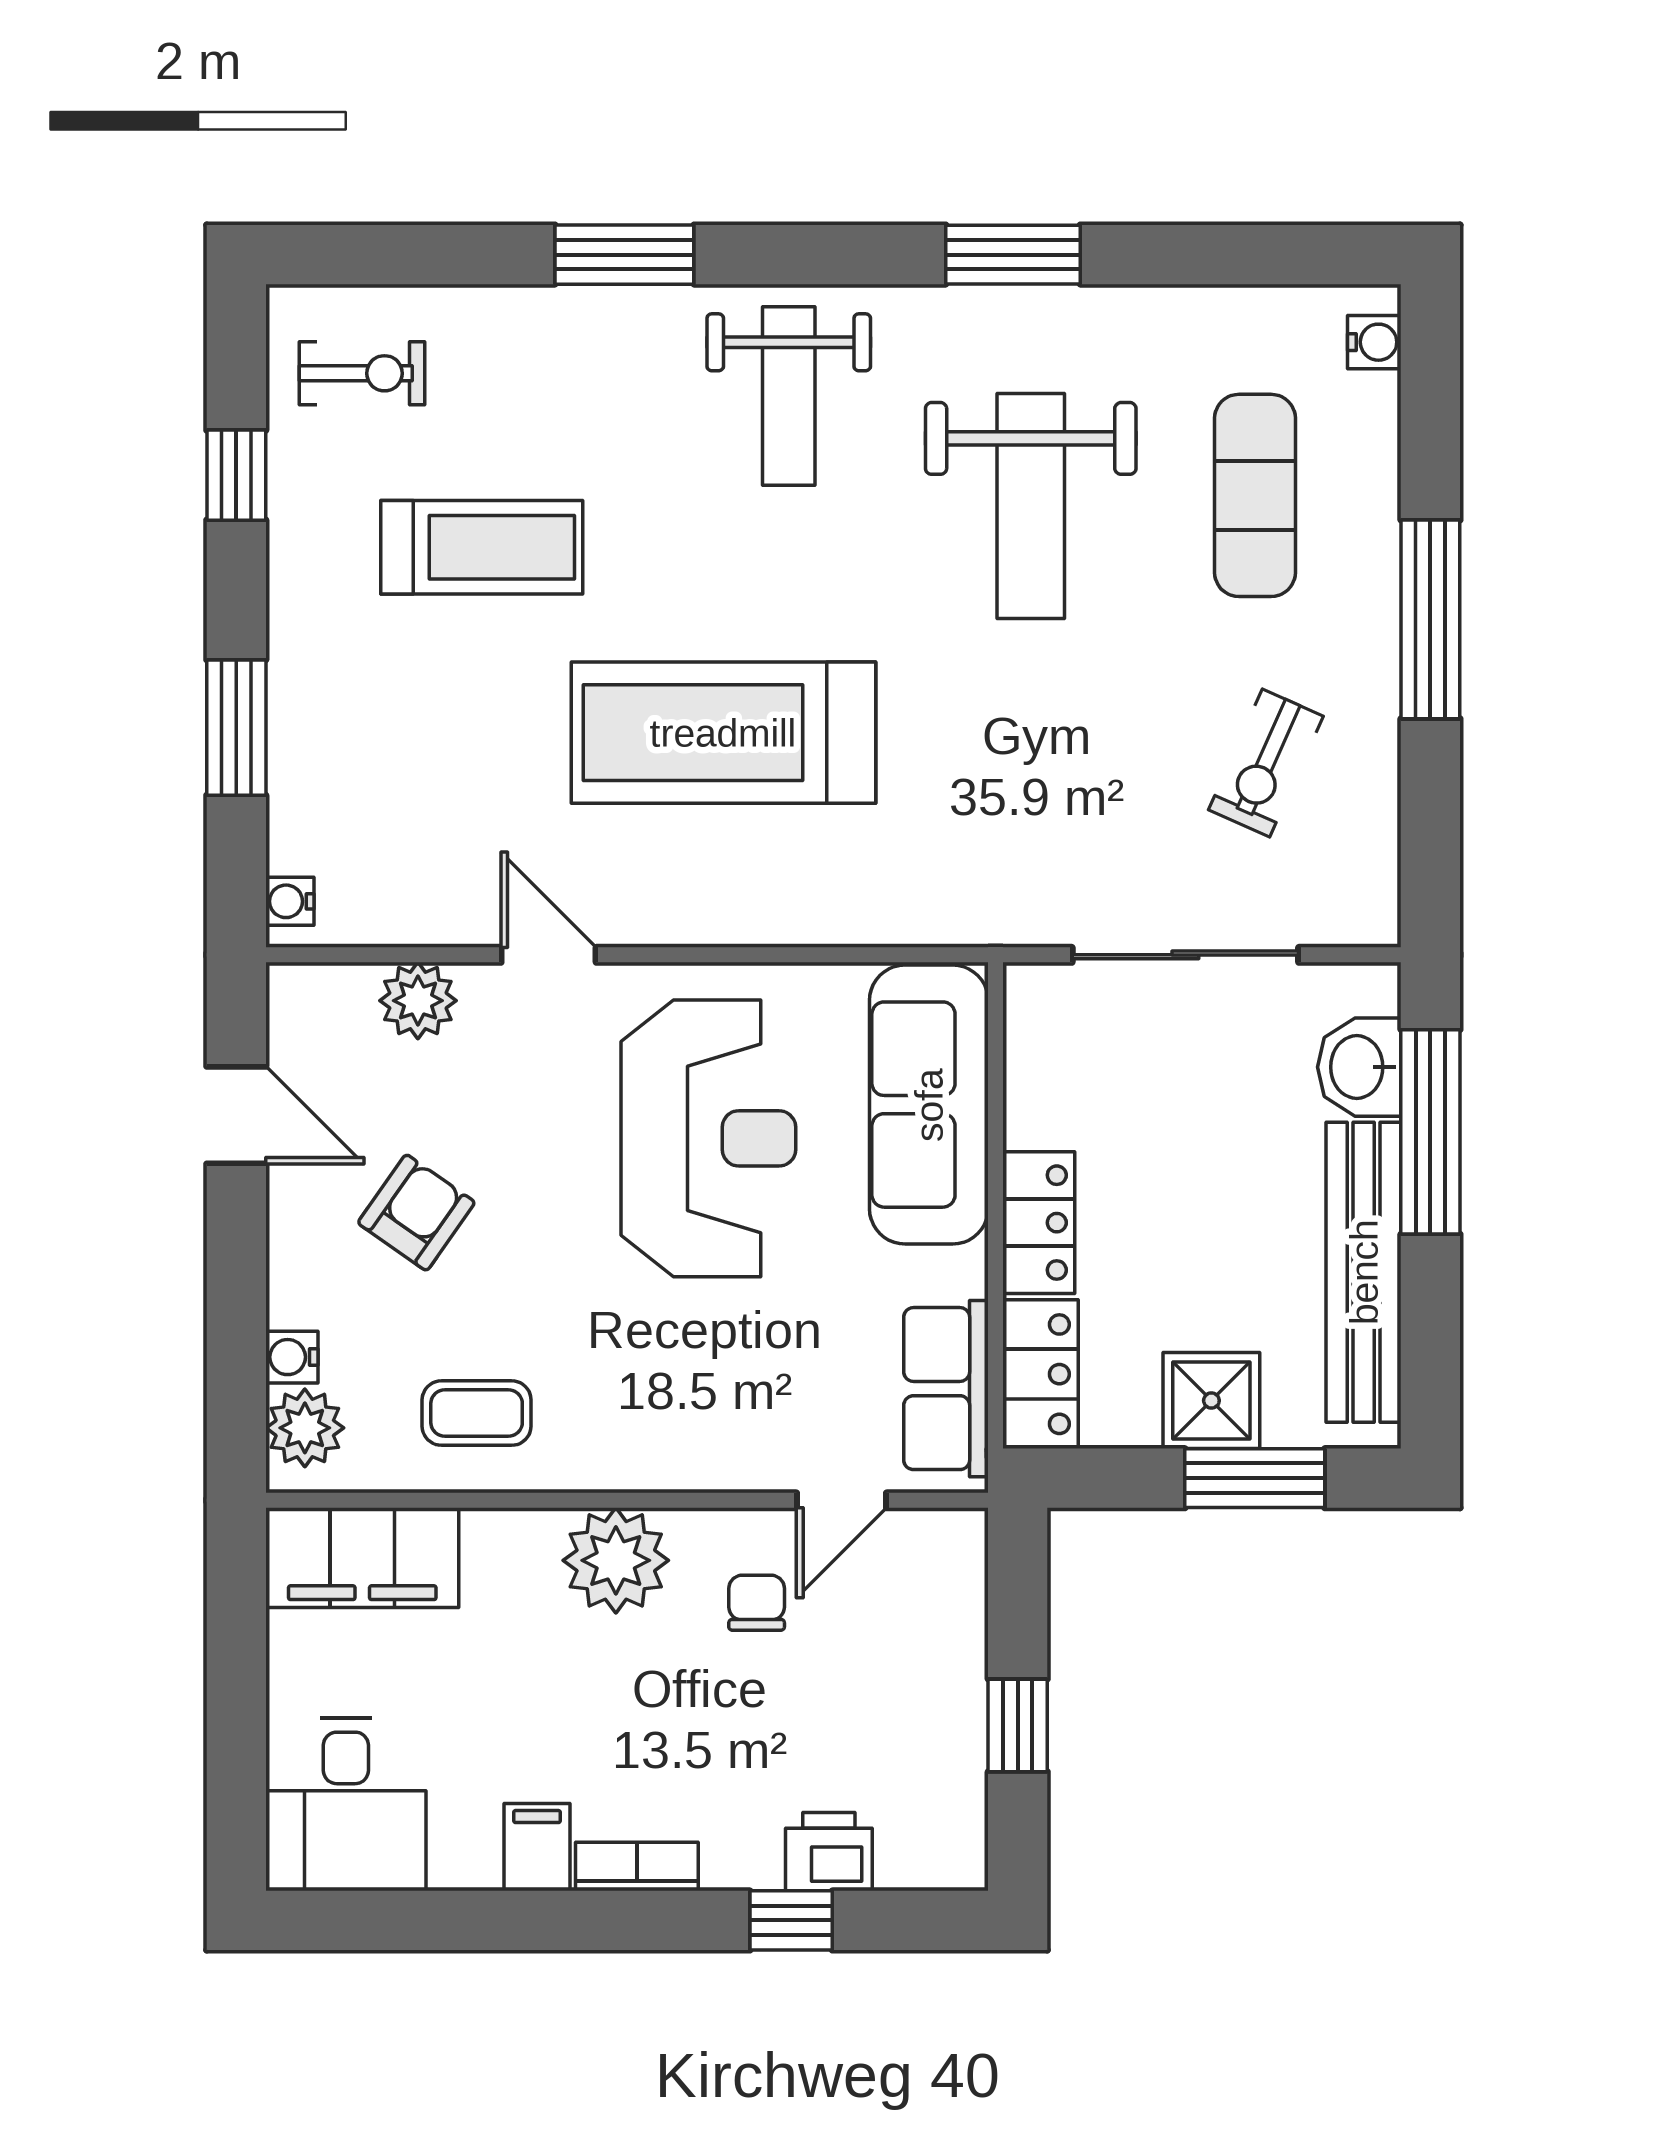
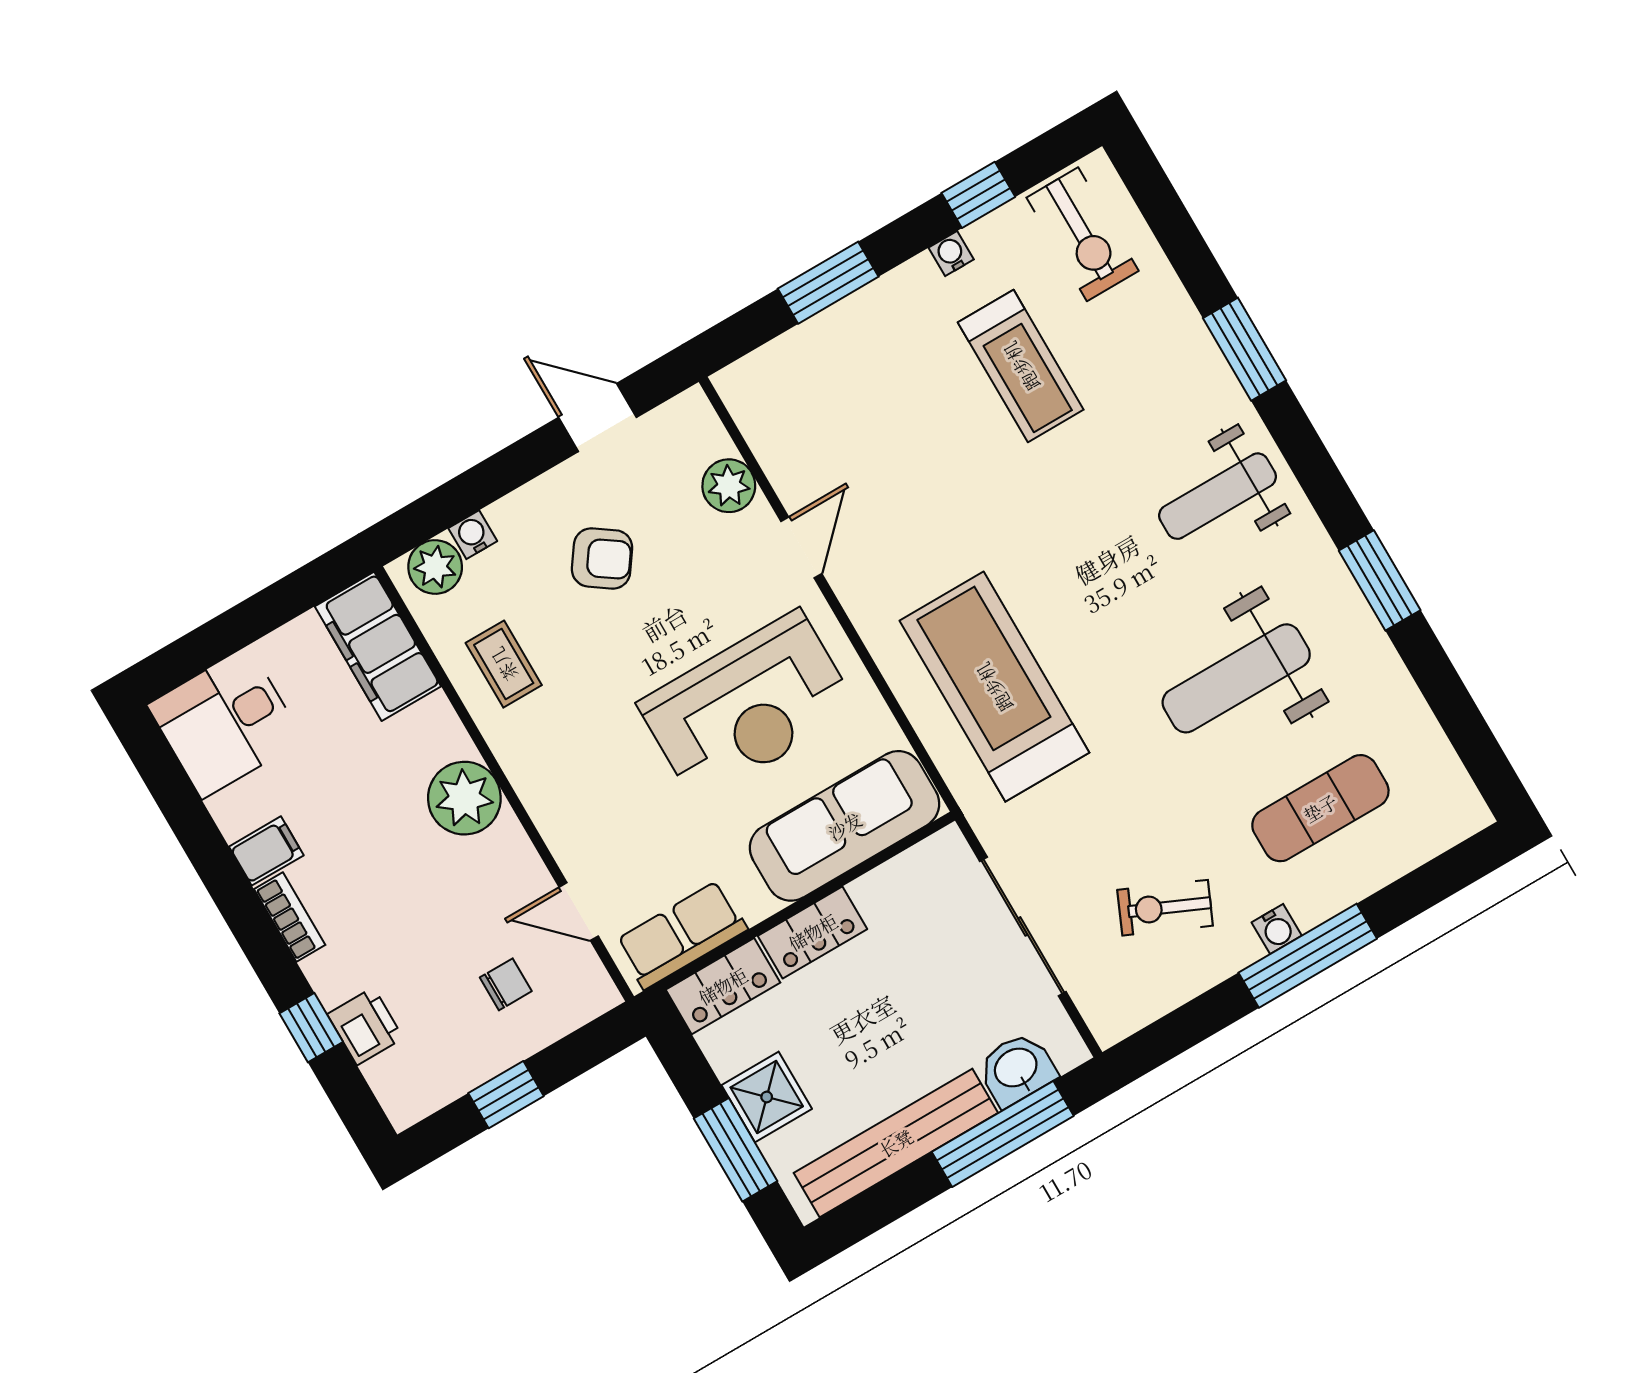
water cooler: (1374, 342) -> (1277, 929), moved
exercise bike: (362, 373) -> (1083, 234), width x1.38, depth x1.39
treadmill: (723, 733) -> (994, 687), moved
water cooler: (290, 901) -> (951, 254), moved
door: (236, 1115) -> (597, 417), swing flipped
chair: (757, 1603) -> (506, 984), moved

